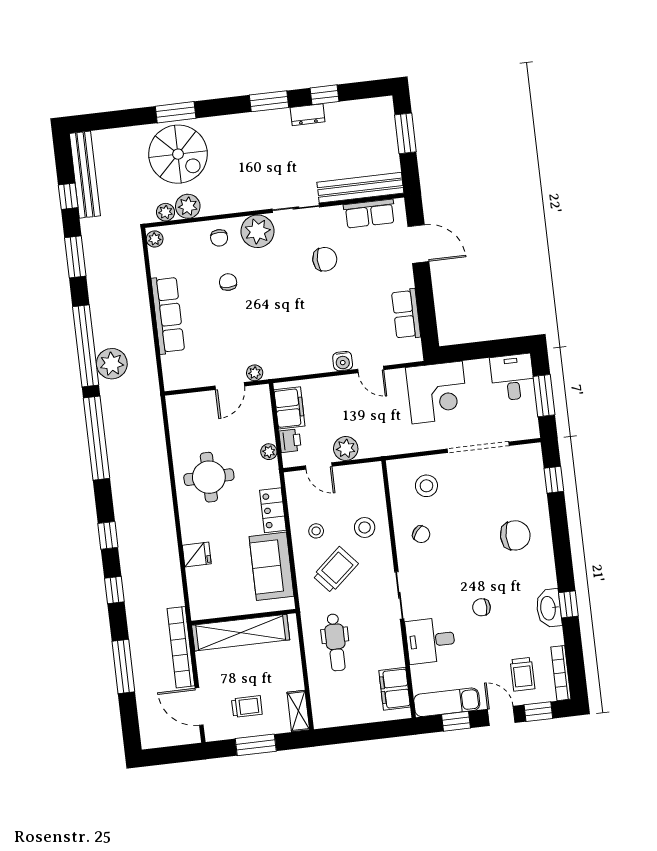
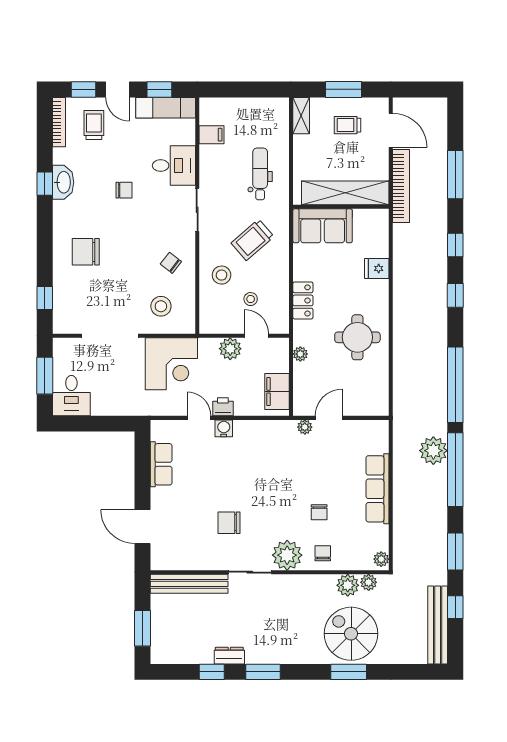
row of seats: (369, 214) -> (184, 559), removed
corner desk: (437, 392) -> (171, 364), moved, turned 180
printer: (290, 441) -> (223, 407), moved, turned 90
stool: (316, 531) -> (251, 299), moved
sofa: (272, 566) -> (323, 226), moved, turned 90
filing cabinet: (395, 689) -> (211, 135), width x0.50

